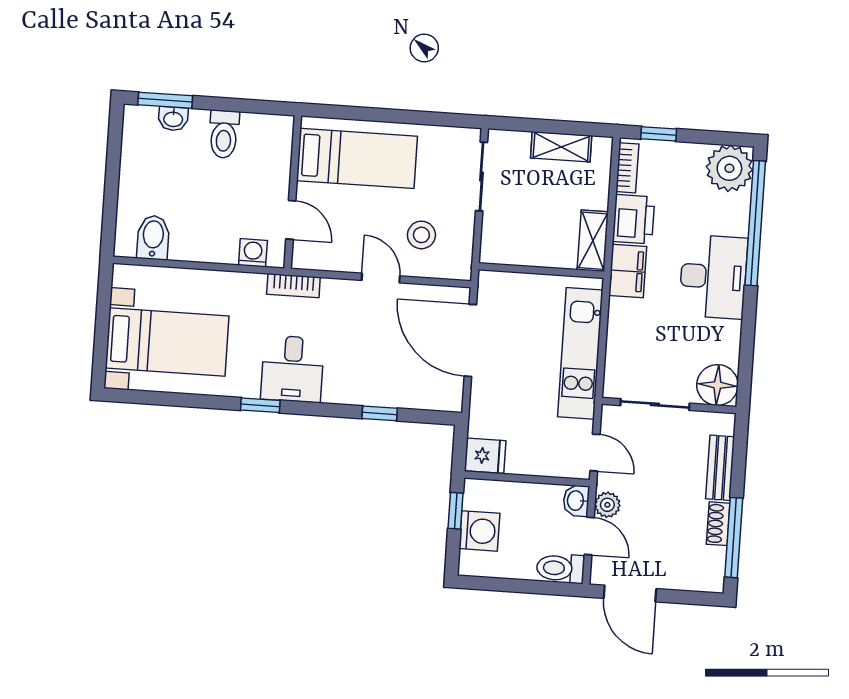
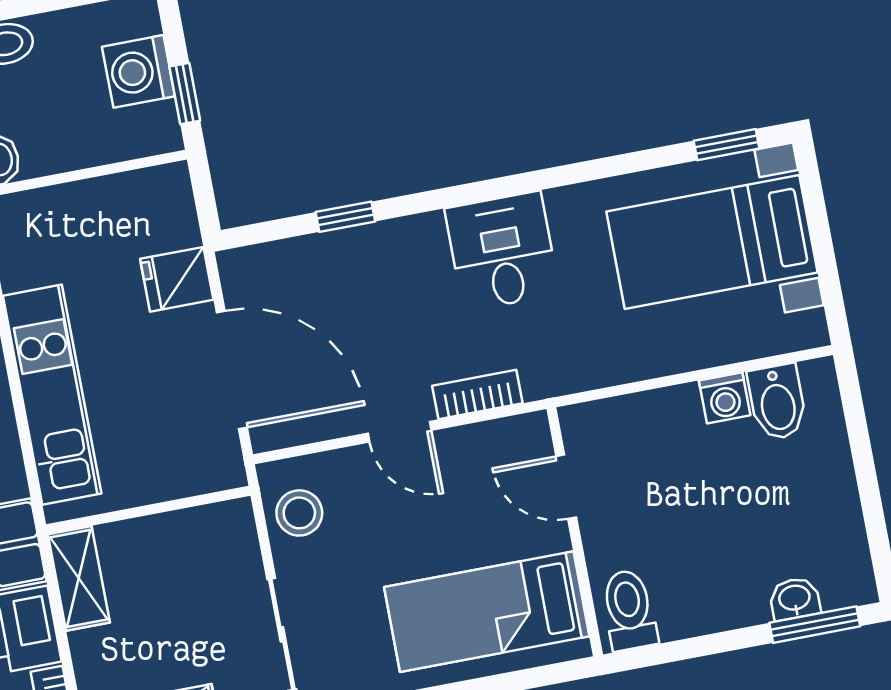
toilet: (224, 134) -> (629, 610), moved
stool: (421, 235) -> (299, 513), moved
washing machine: (253, 253) -> (725, 398), moved
bookcase: (293, 286) -> (477, 395), moved
window: (260, 405) -> (727, 145), moved
fridge: (485, 456) -> (177, 279), moved

